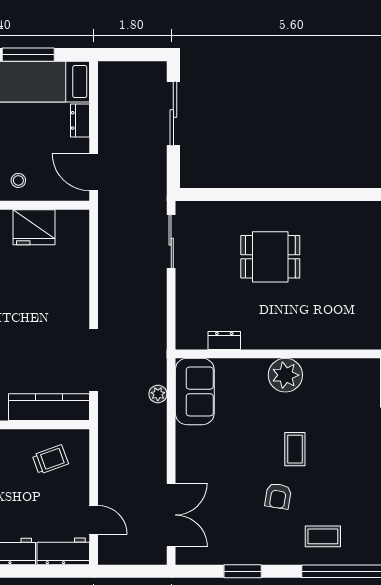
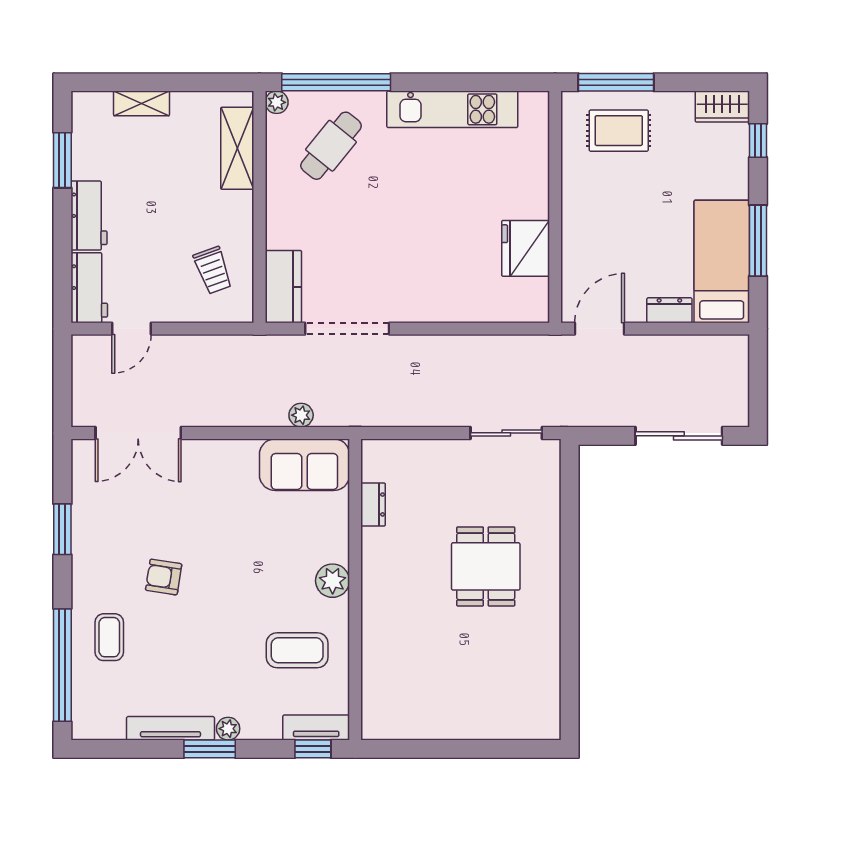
stool: (18, 180) -> (589, 227), removed
plant: (285, 375) -> (333, 581), width x0.73, depth x0.73
kitchen counter: (49, 407) -> (283, 287), width x0.67
coffee table: (295, 449) -> (297, 650), moved, width x1.36, depth x1.30

